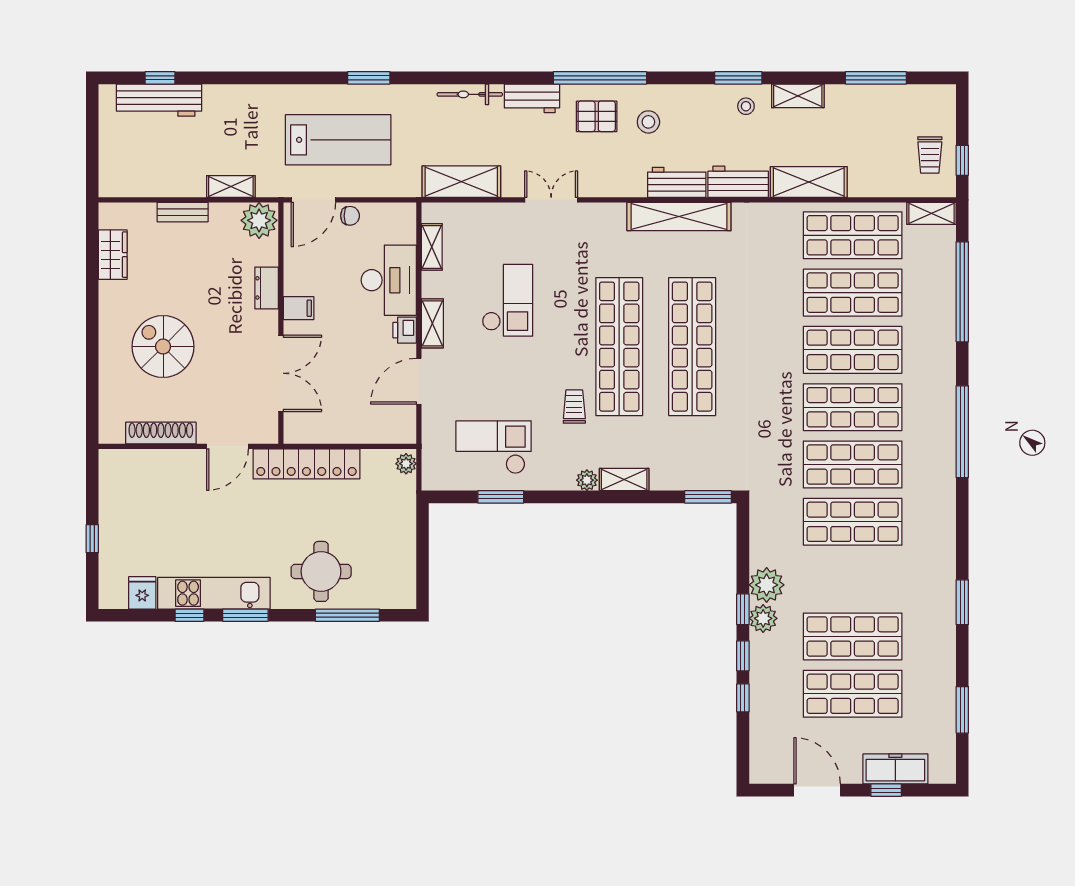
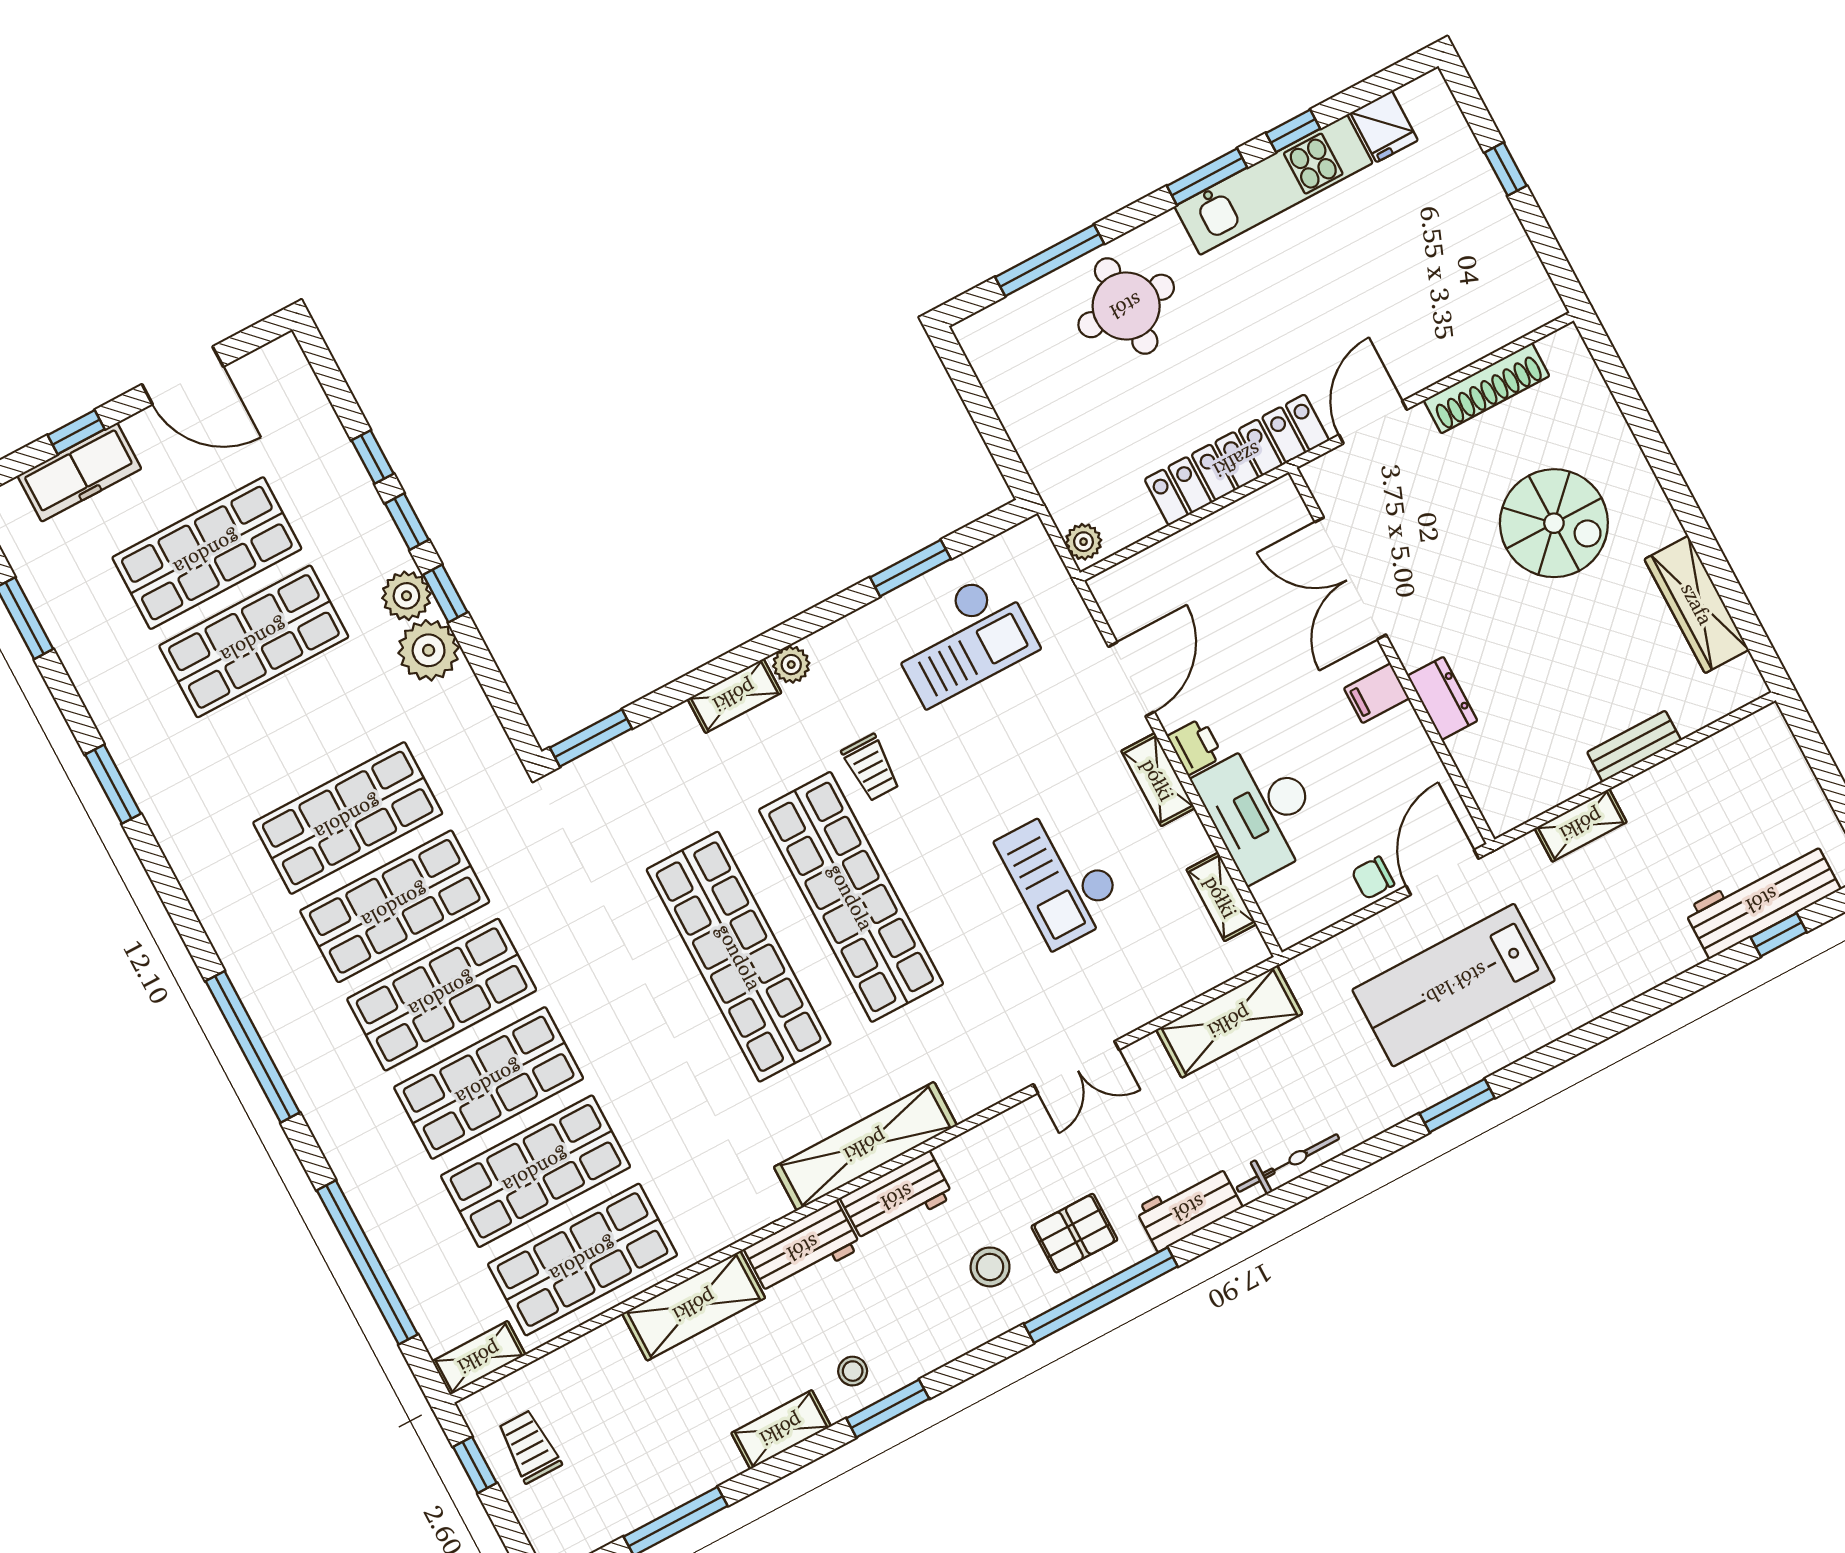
plant: (259, 220) -> (1509, 796), removed
wardrobe: (113, 255) -> (1697, 604), width x1.50

